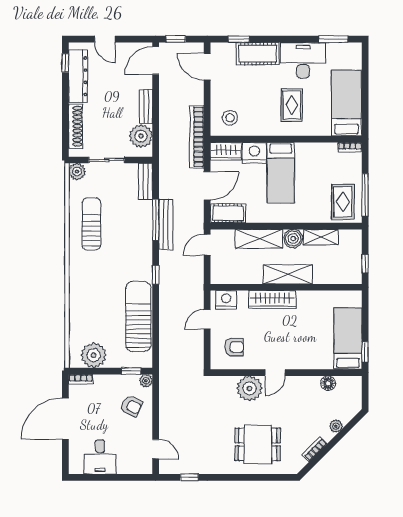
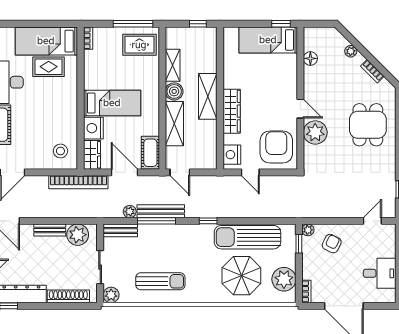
rug: (292, 105) -> (49, 67), moved
plant: (166, 191) -> (130, 212), added
sun lounger: (91, 224) -> (160, 281), turned 180
parasol: (98, 310) -> (241, 276), added
armchair: (234, 347) -> (276, 147), width x1.88, depth x1.88

